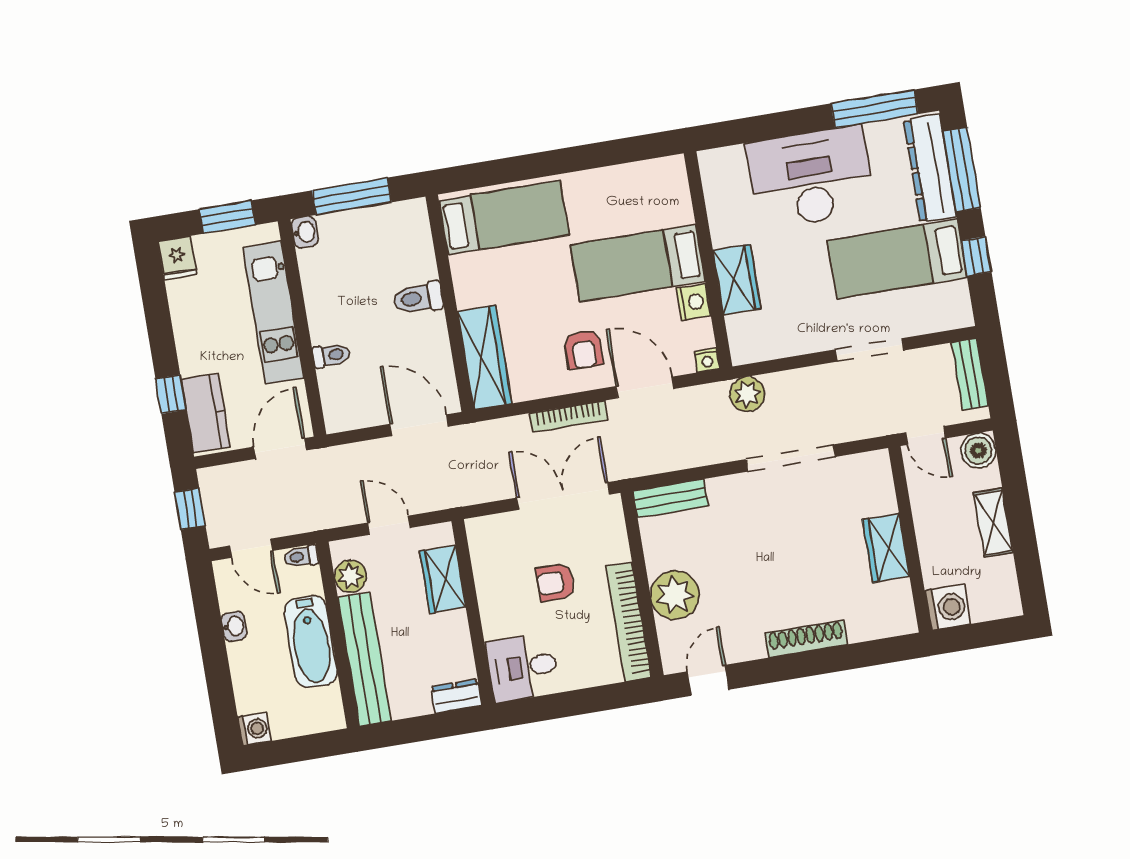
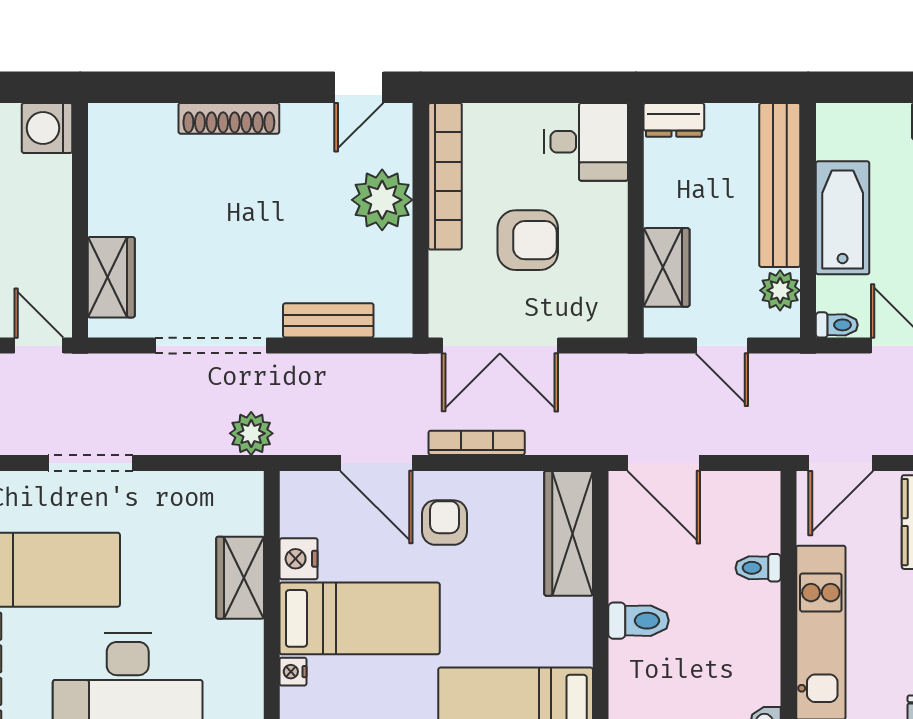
nightstand: (707, 360) -> (293, 672), moved, turned -90
bench: (671, 498) -> (328, 320), moved
wardrobe: (886, 548) -> (111, 277), moved
armchair: (555, 583) -> (528, 240), width x1.38, depth x1.38

